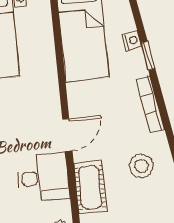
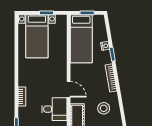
door: (67, 135) -> (69, 89), hinge flipped

